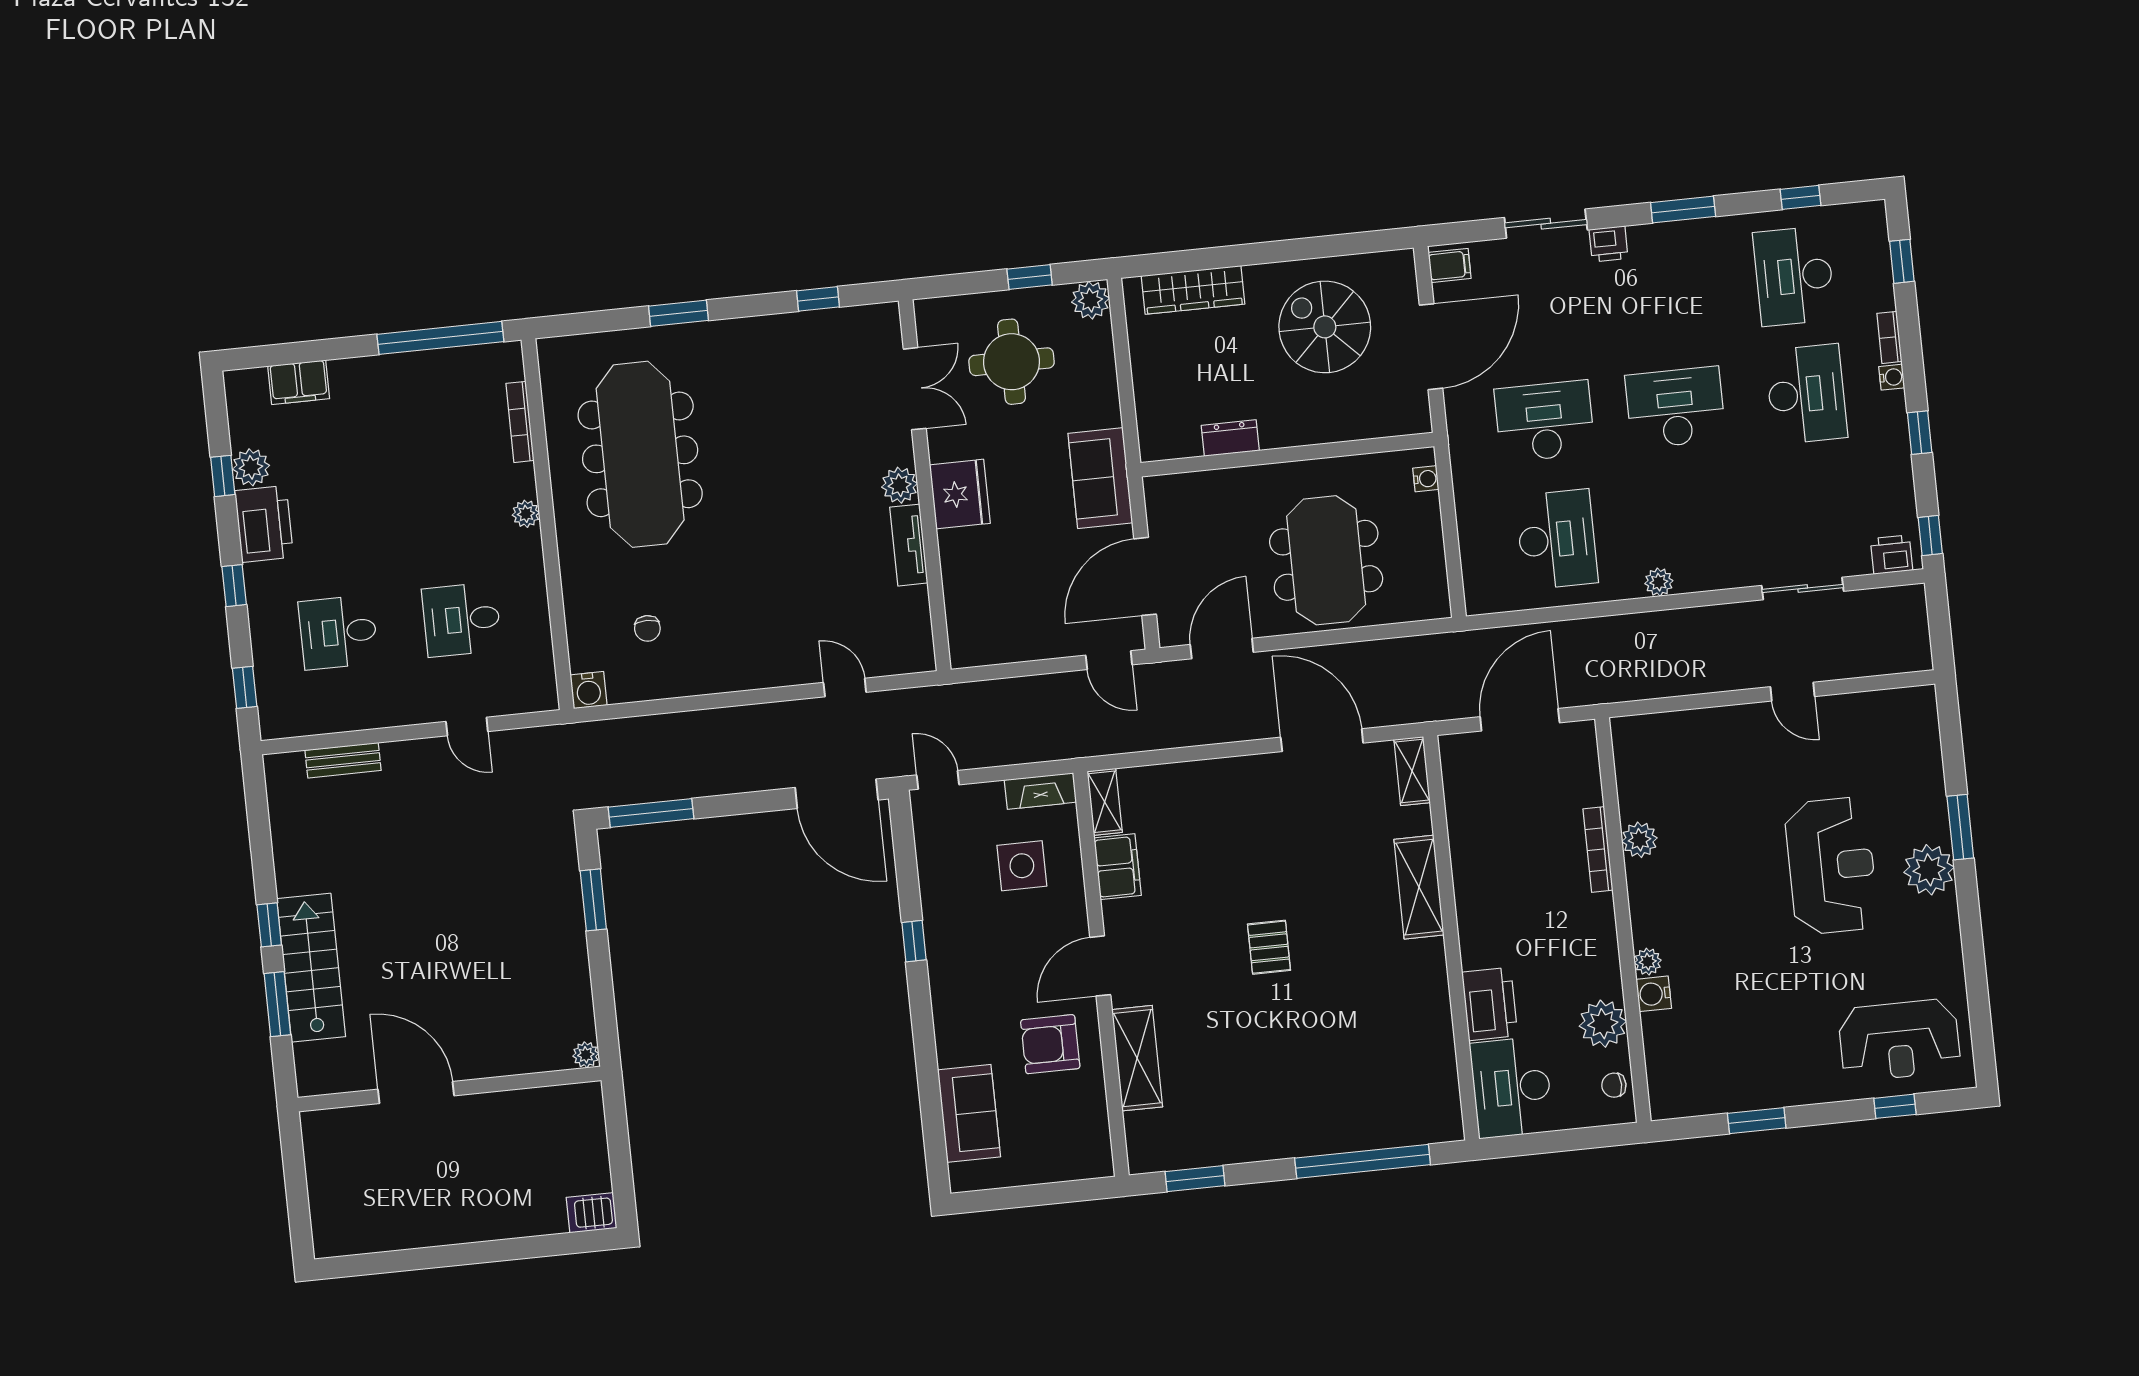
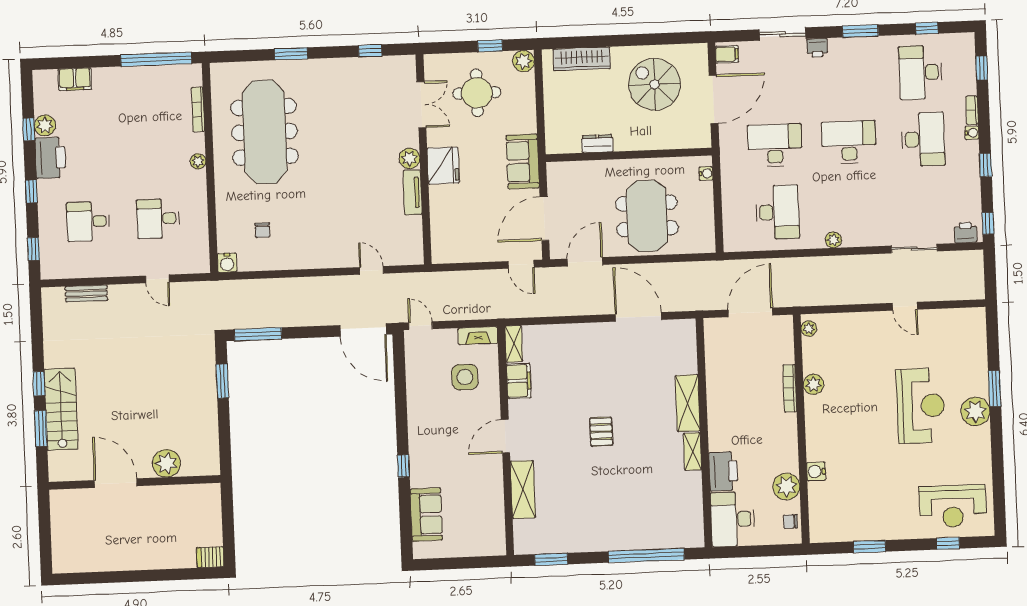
shelving: (1412, 771) -> (692, 451), moved
window: (914, 941) -> (403, 466), moved
plant: (1648, 962) -> (809, 329), moved
armchair: (1050, 1044) -> (475, 478), removed
plant: (586, 1055) -> (166, 463), moved, width x1.88, depth x1.88

